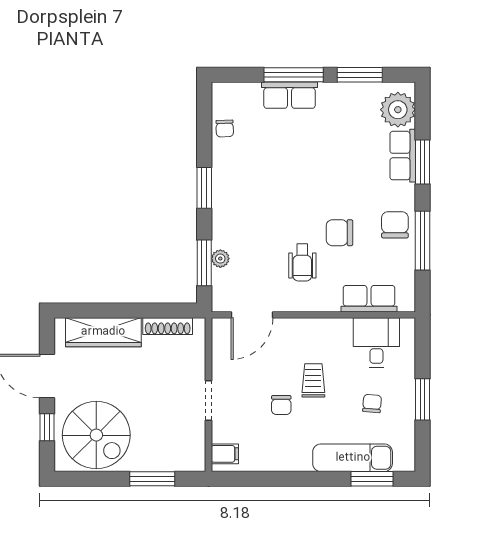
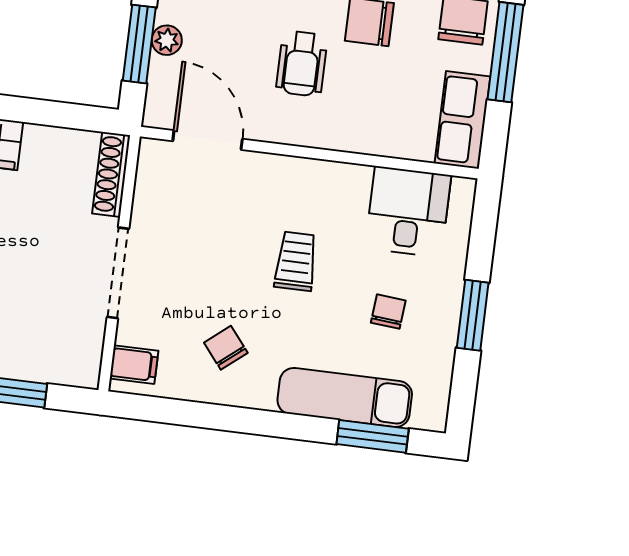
row of seats: (369, 299) -> (462, 120), moved, turned -90
door: (252, 315) -> (208, 140), swing flipped
shoe rack: (168, 326) -> (111, 174), moved, turned 90
doorway: (209, 400) -> (118, 273), width x1.38
chair: (281, 405) -> (226, 348), moved, turned 141

